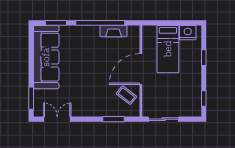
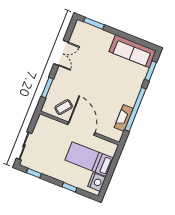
sofa: (46, 57) -> (133, 51), width x0.74, depth x0.79
double door: (57, 119) -> (61, 53), moved
sliding door: (164, 119) -> (24, 146), moved

